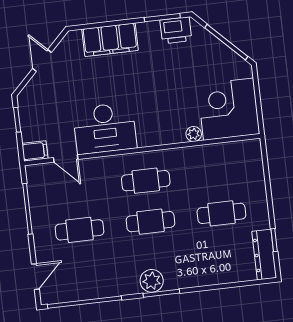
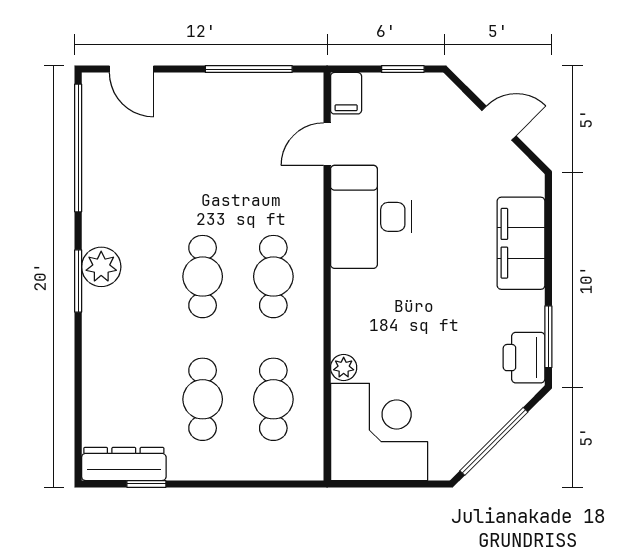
cafe table: (80, 230) -> (273, 399), moved

